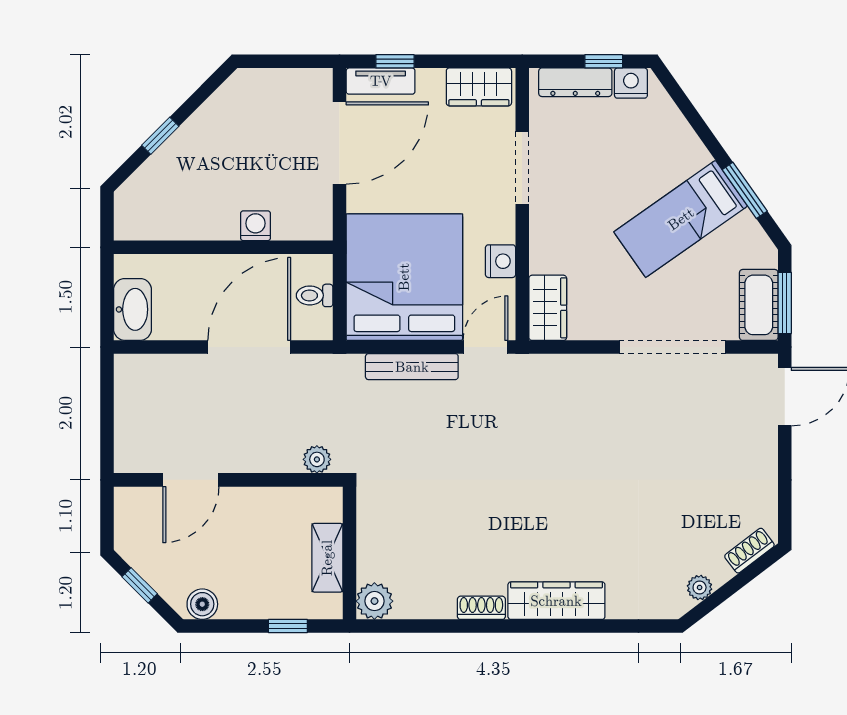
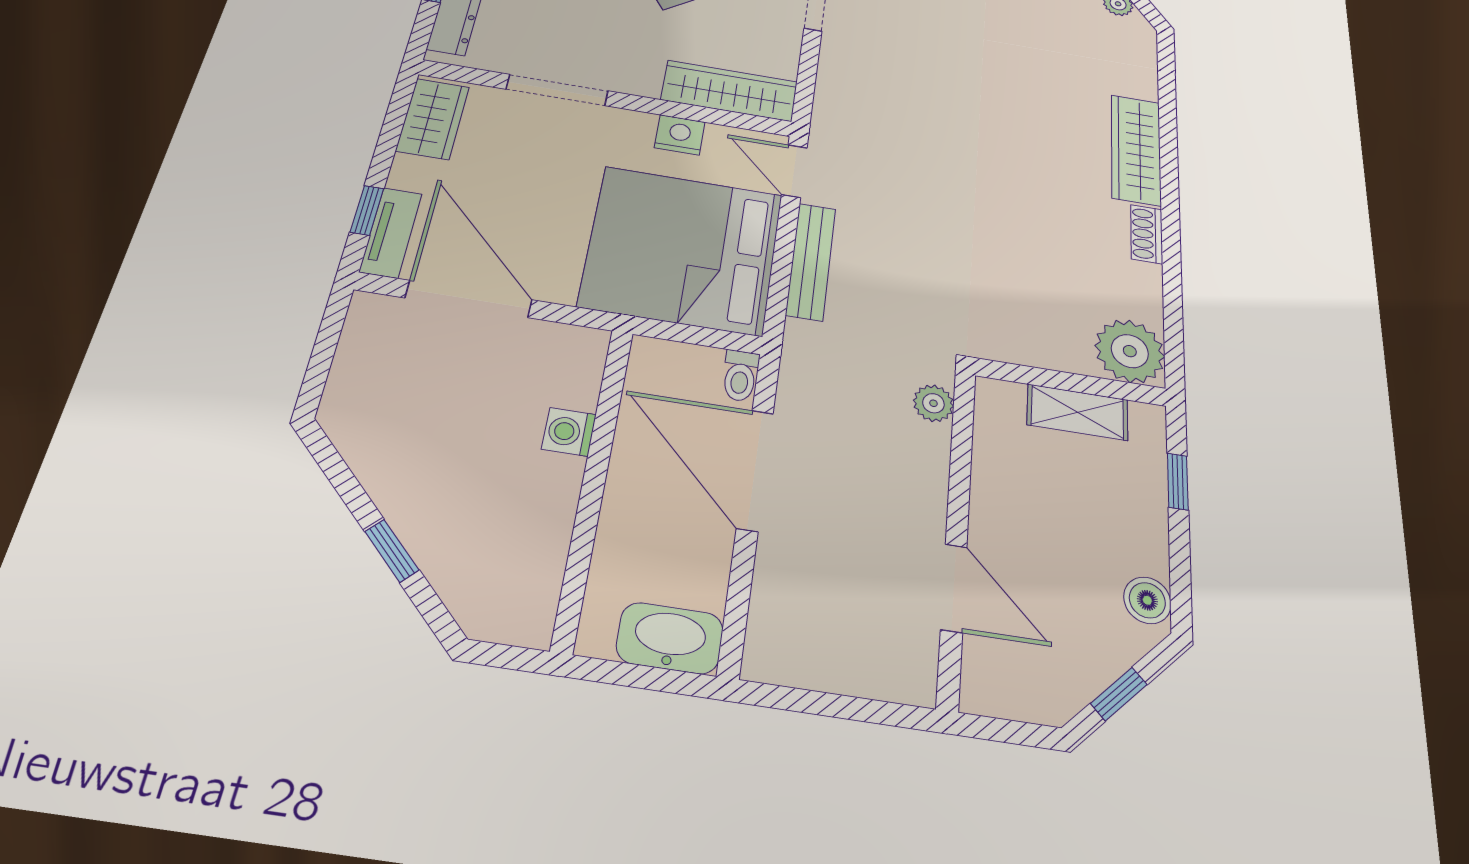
toilet: (315, 295) -> (740, 376), moved
wardrobe: (548, 308) -> (729, 91), width x1.50
plant: (374, 601) -> (1130, 351), width x1.36, depth x1.36

